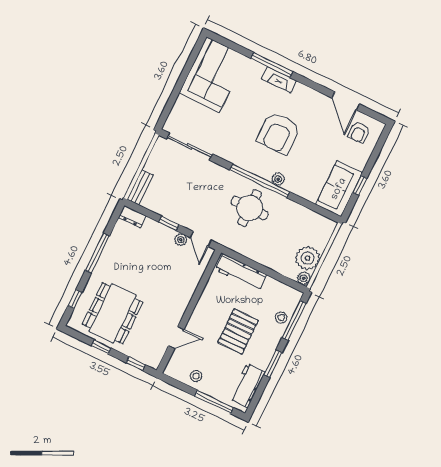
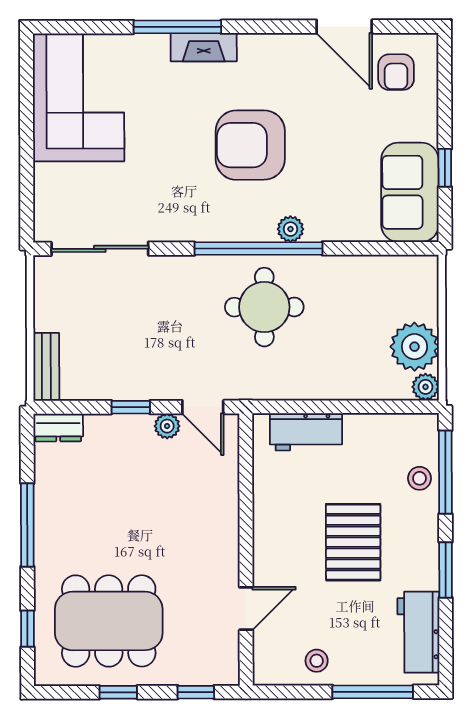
armchair: (279, 133) -> (250, 145), turned 90
workbench: (241, 272) -> (306, 432), width x0.73
dining table: (113, 313) -> (109, 621), turned 90

